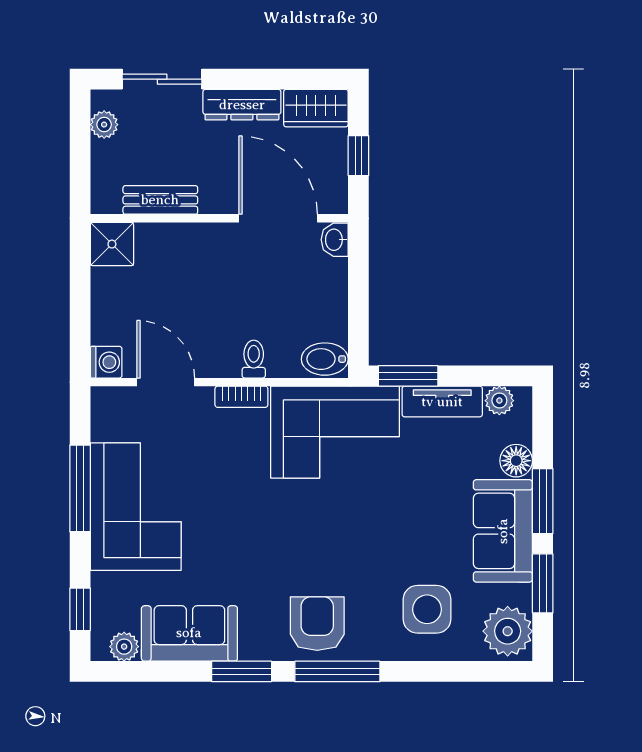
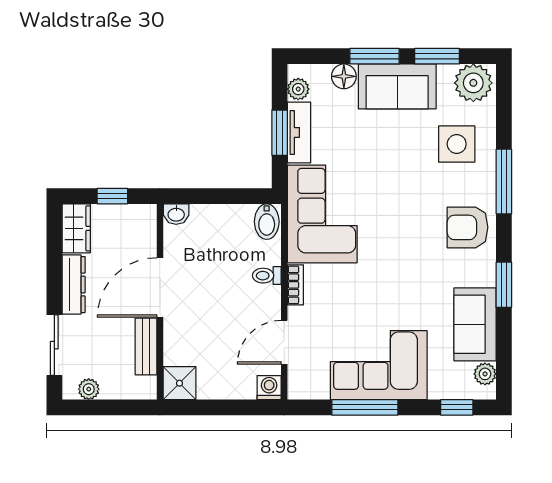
door: (278, 218) -> (160, 287), moved
window: (408, 376) -> (280, 133), moved
window: (337, 671) -> (504, 182), moved

